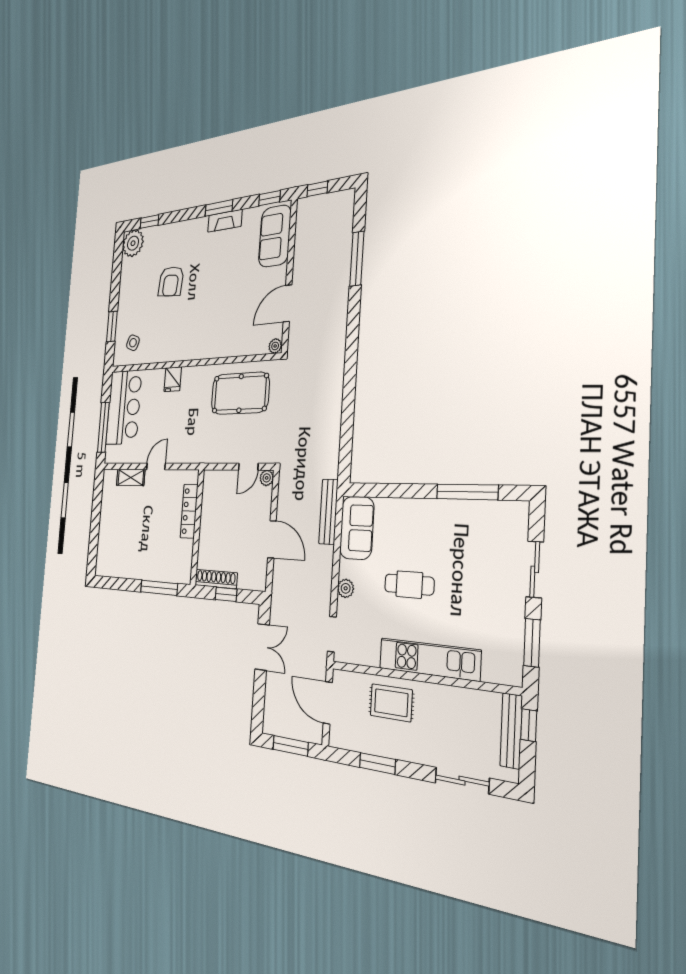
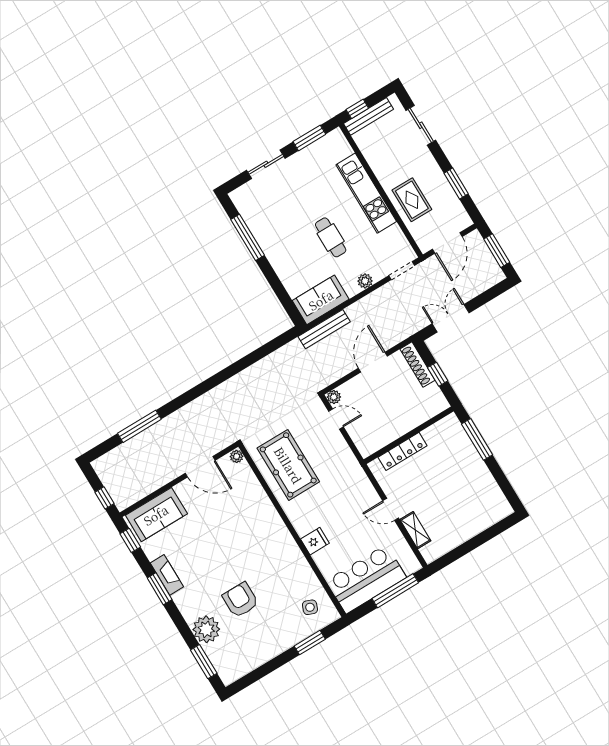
window: (149, 222) -> (204, 662), width x1.50
plant: (133, 243) -> (206, 629), moved
armchair: (171, 281) -> (240, 600), turned -95
shoe rack: (216, 579) -> (417, 365), moved

